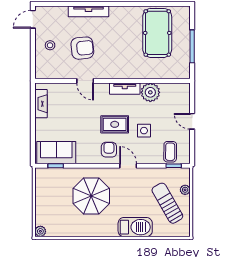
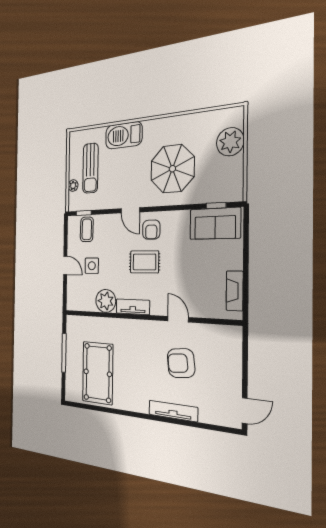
stool: (50, 45) -> (222, 371), removed
side table: (144, 131) -> (92, 266), moved
sun lounger: (167, 203) -> (90, 168), turned 30
plant: (40, 231) -> (230, 142), moved, width x1.88, depth x1.88

